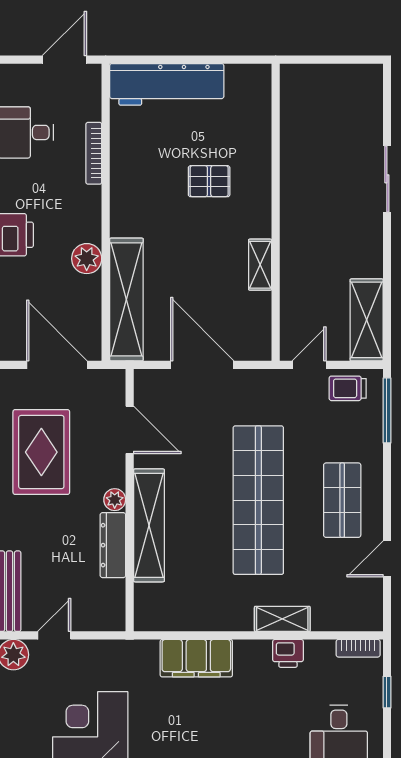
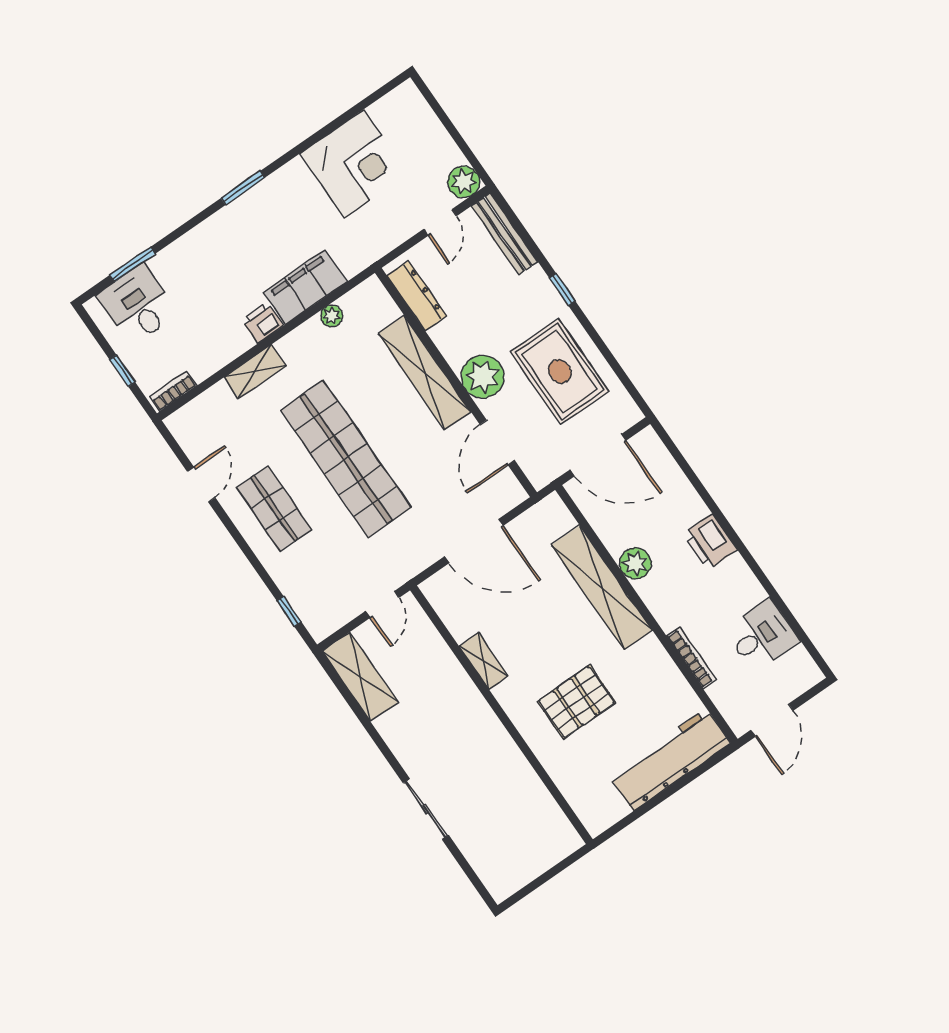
pallet: (209, 181) -> (577, 702), width x1.50, depth x1.42
shelving: (126, 299) -> (602, 588), moved
trolley: (348, 388) -> (336, 607), removed
window: (387, 410) -> (289, 611), width x0.46
door: (130, 430) -> (497, 443), hinge flipped
plant: (115, 500) -> (483, 377), width x1.87, depth x1.87
dresser: (113, 545) -> (417, 296), moved
plant: (191, 621) -> (332, 316), added
printer: (288, 653) -> (262, 323), moved

